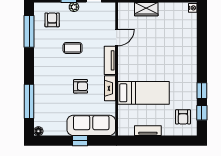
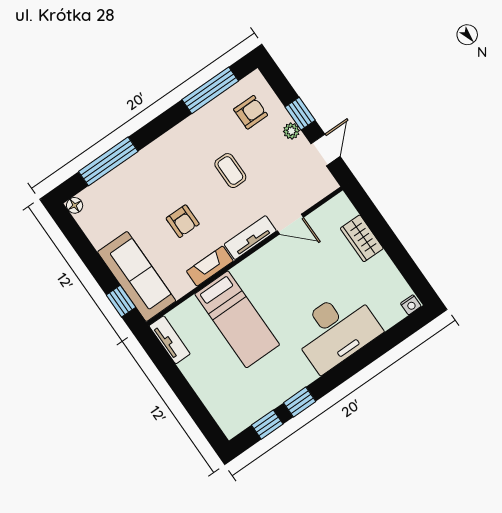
desk: (180, 51) -> (336, 330), added
armchair: (183, 117) -> (242, 401), removed
tv unit: (148, 131) -> (170, 340), moved
window: (80, 141) -> (121, 301), moved

